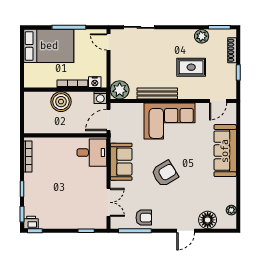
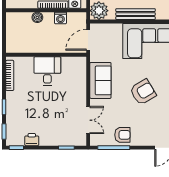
washing machine: (100, 98) -> (60, 18), moved
boiler: (61, 102) -> (37, 17), width x0.54, depth x0.54
desk: (92, 153) -> (47, 71), moved, turned -90
printer: (31, 222) -> (32, 140), moved

